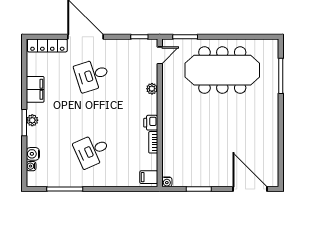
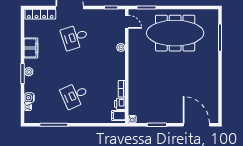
door: (160, 55) -> (127, 22), hinge flipped
printer: (151, 123) -> (120, 104), moved

